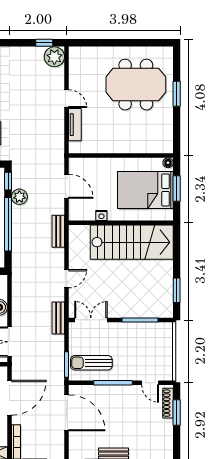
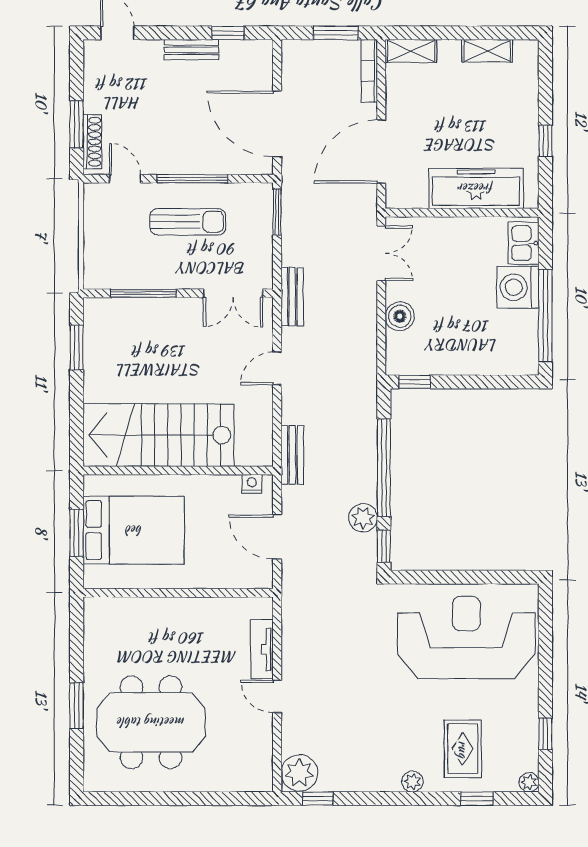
floor lamp: (168, 163) -> (92, 580), removed
nightstand: (101, 215) -> (252, 484), moved
sun lounger: (91, 363) -> (188, 222), moved

